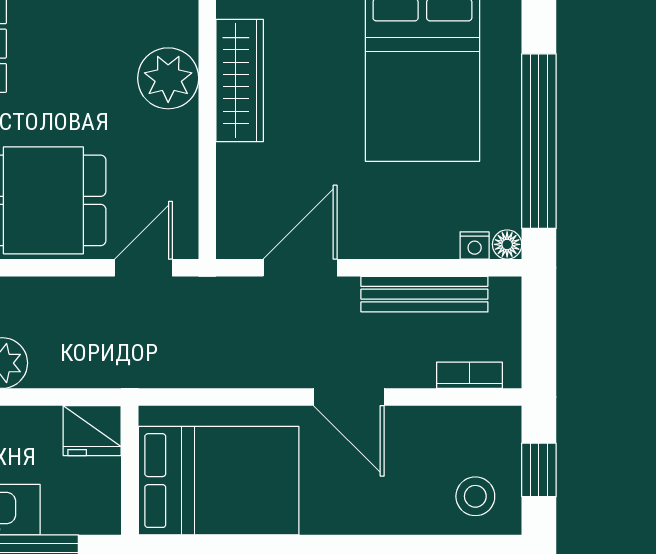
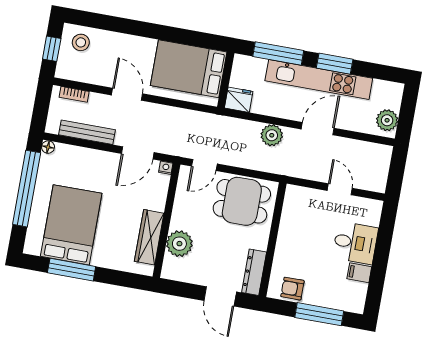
nightstand: (475, 245) -> (166, 168), moved

